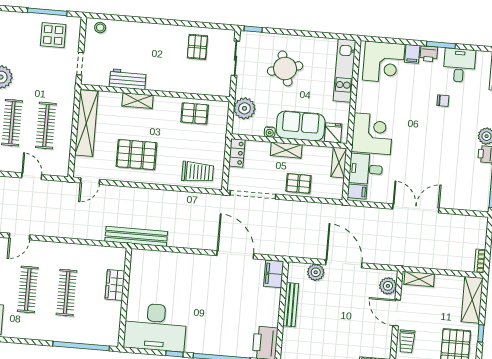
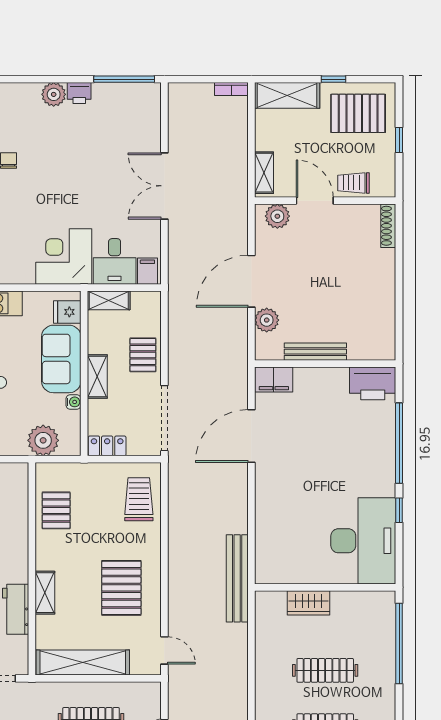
door: (397, 313) -> (315, 201), swing flipped
trolley: (407, 341) -> (353, 183), turned 180

